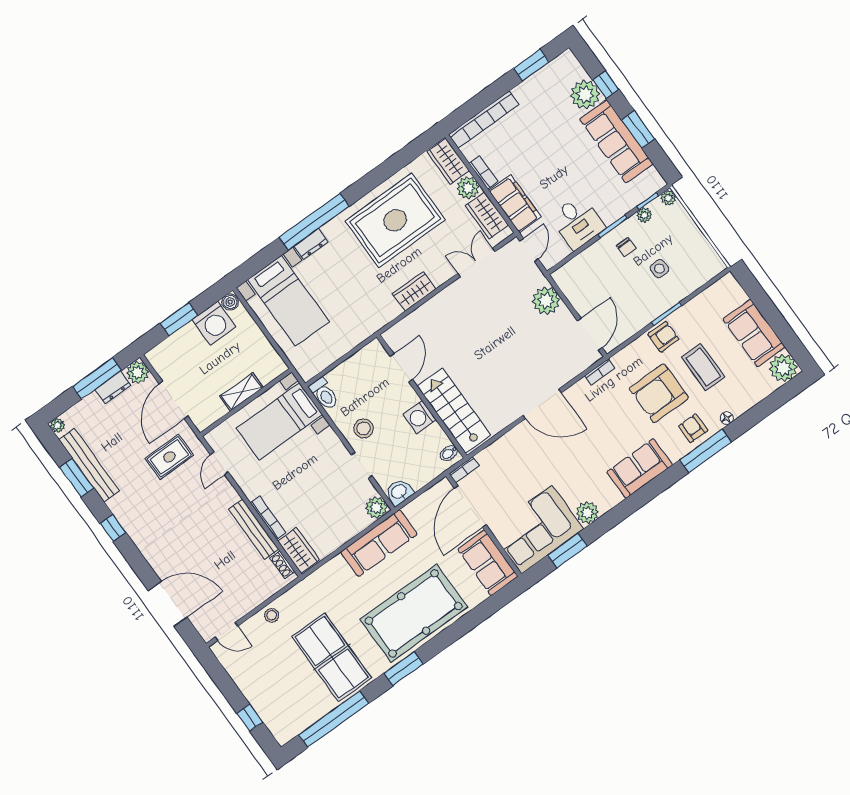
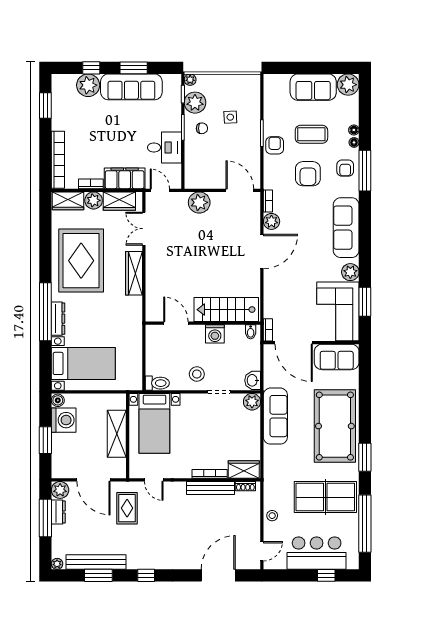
plant: (644, 215) -> (195, 103), width x1.88, depth x1.88
dresser: (311, 244) -> (58, 319), width x1.44
wardrobe: (414, 291) -> (134, 273), width x1.50
plant: (581, 391) -> (271, 221), added
shelving: (242, 392) -> (117, 434), width x1.50, depth x1.33
armchair: (659, 393) -> (308, 174), width x0.73, depth x0.73
floor lamp: (740, 408) -> (354, 130), added
armchair: (693, 428) -> (345, 168), turned -90
sofa: (640, 468) -> (346, 228), width x1.36
bar counter: (266, 691) -> (317, 553), added

